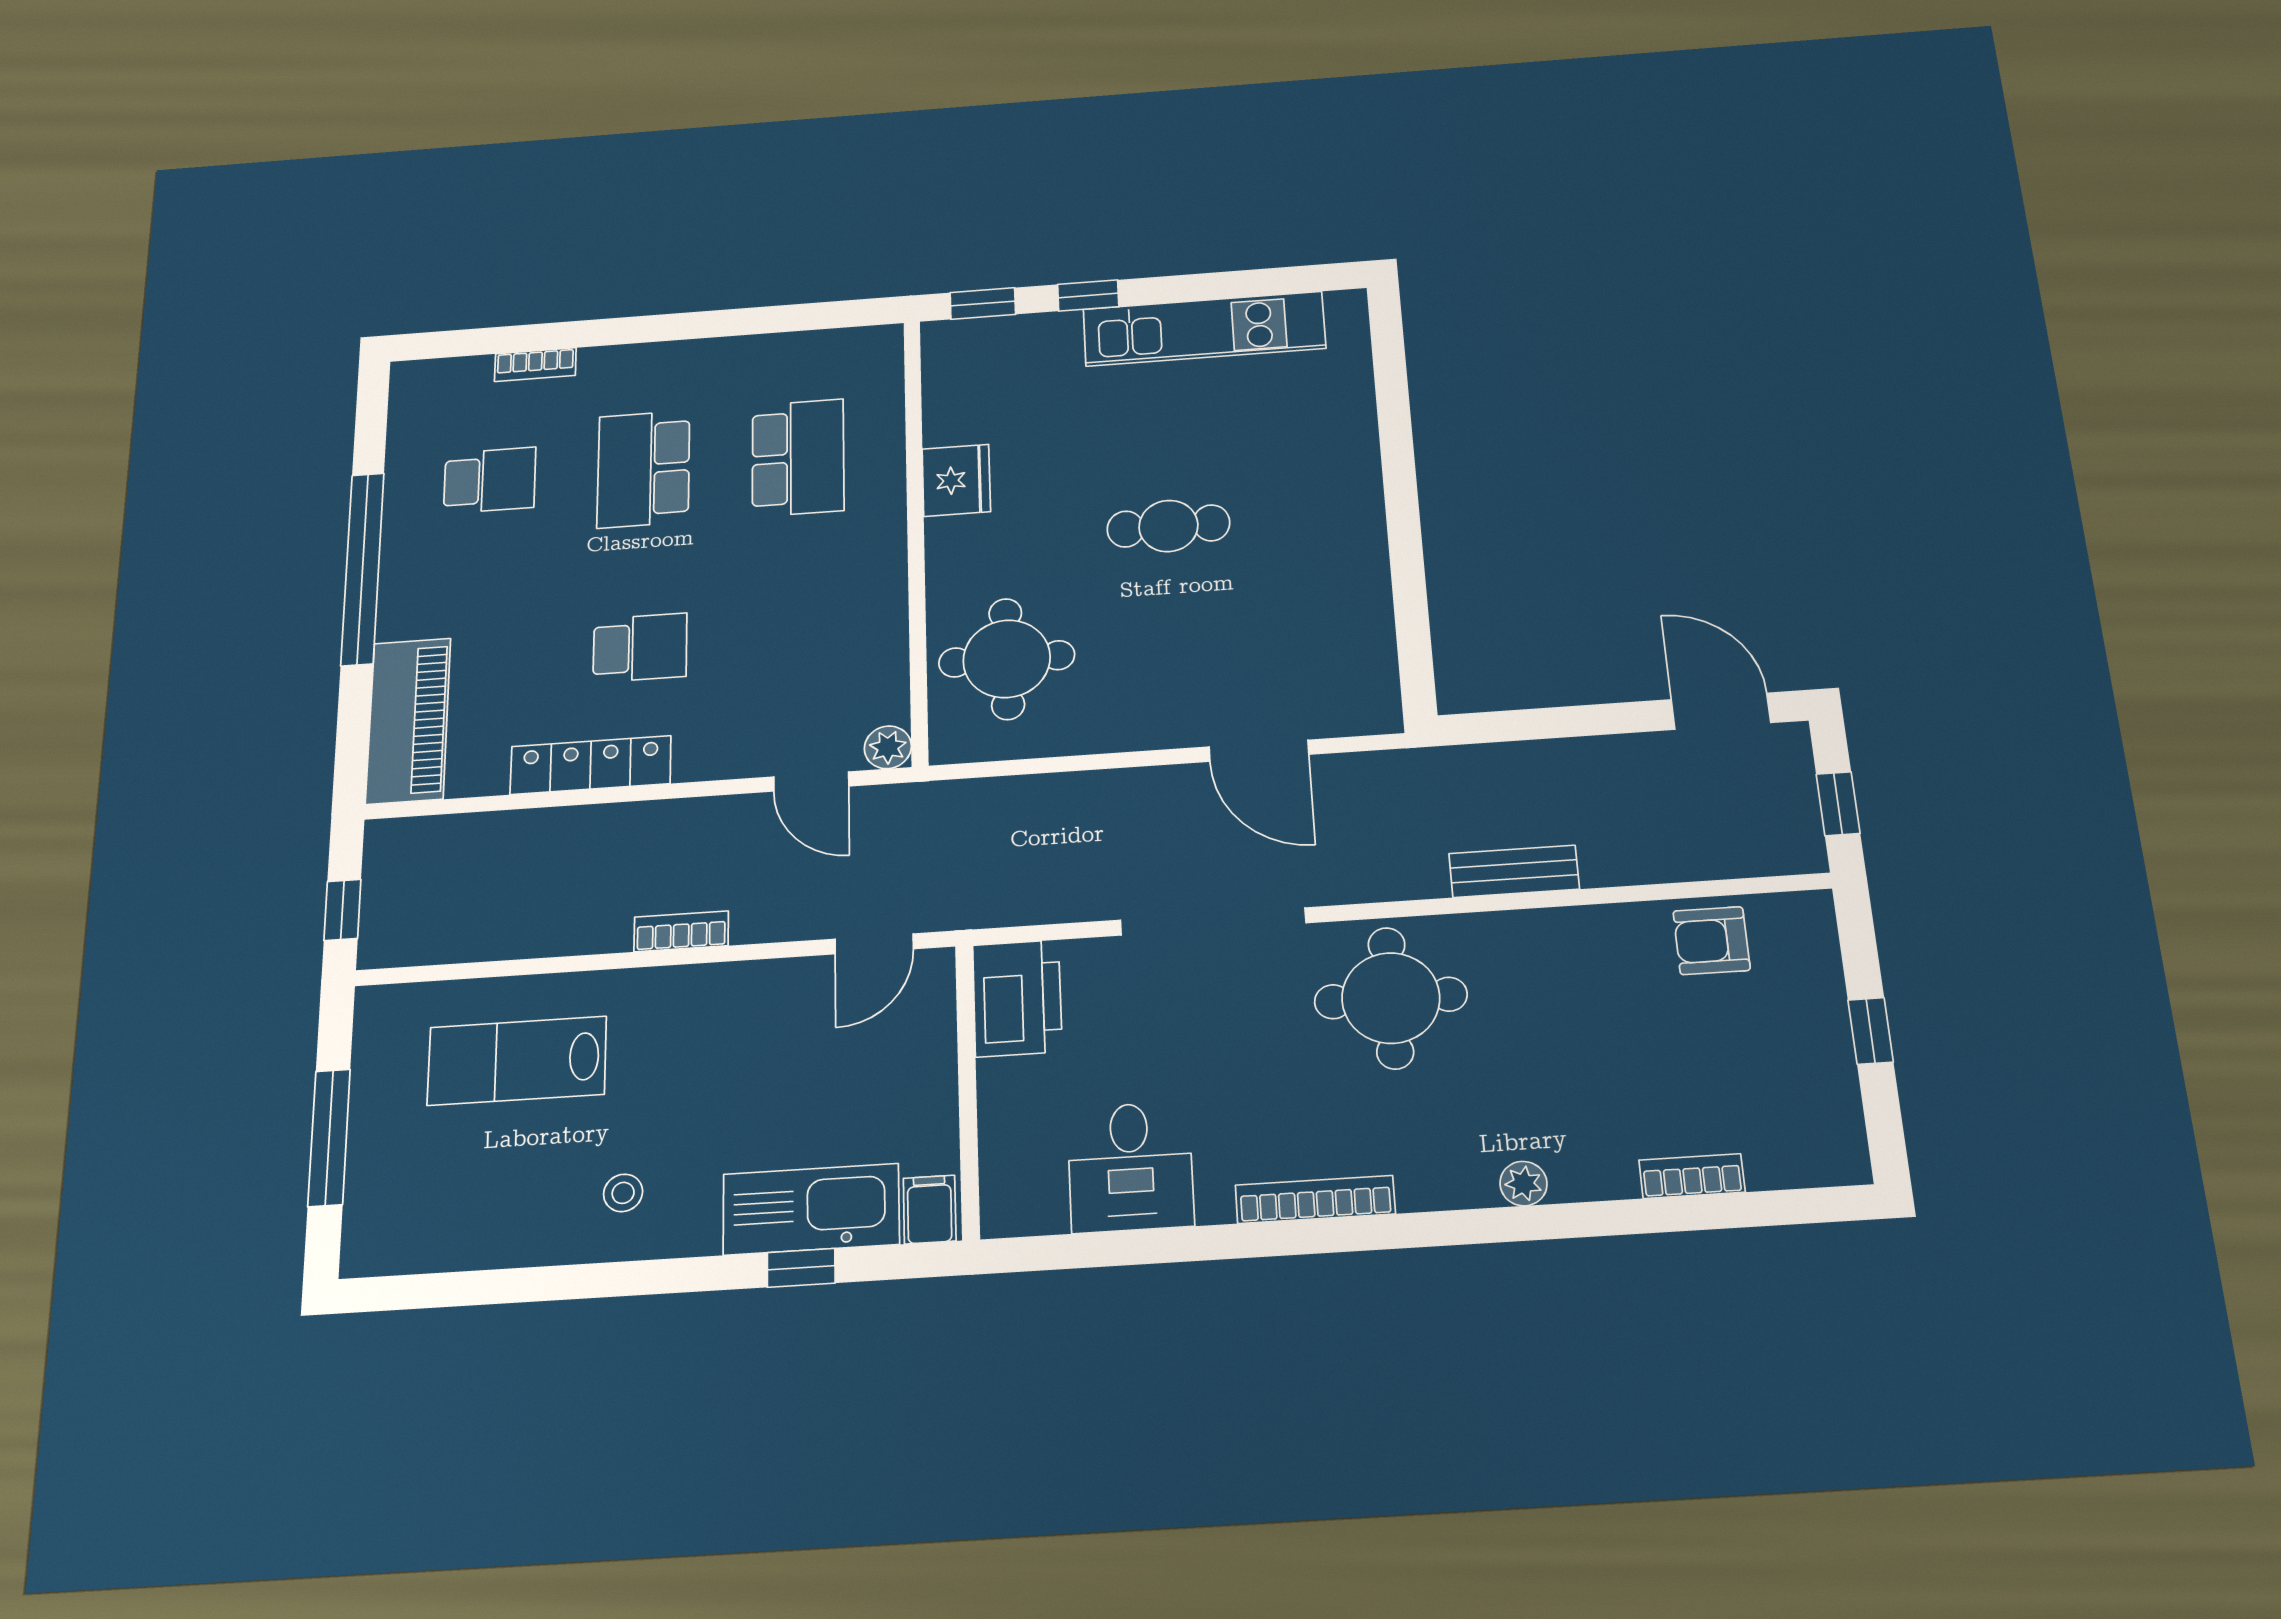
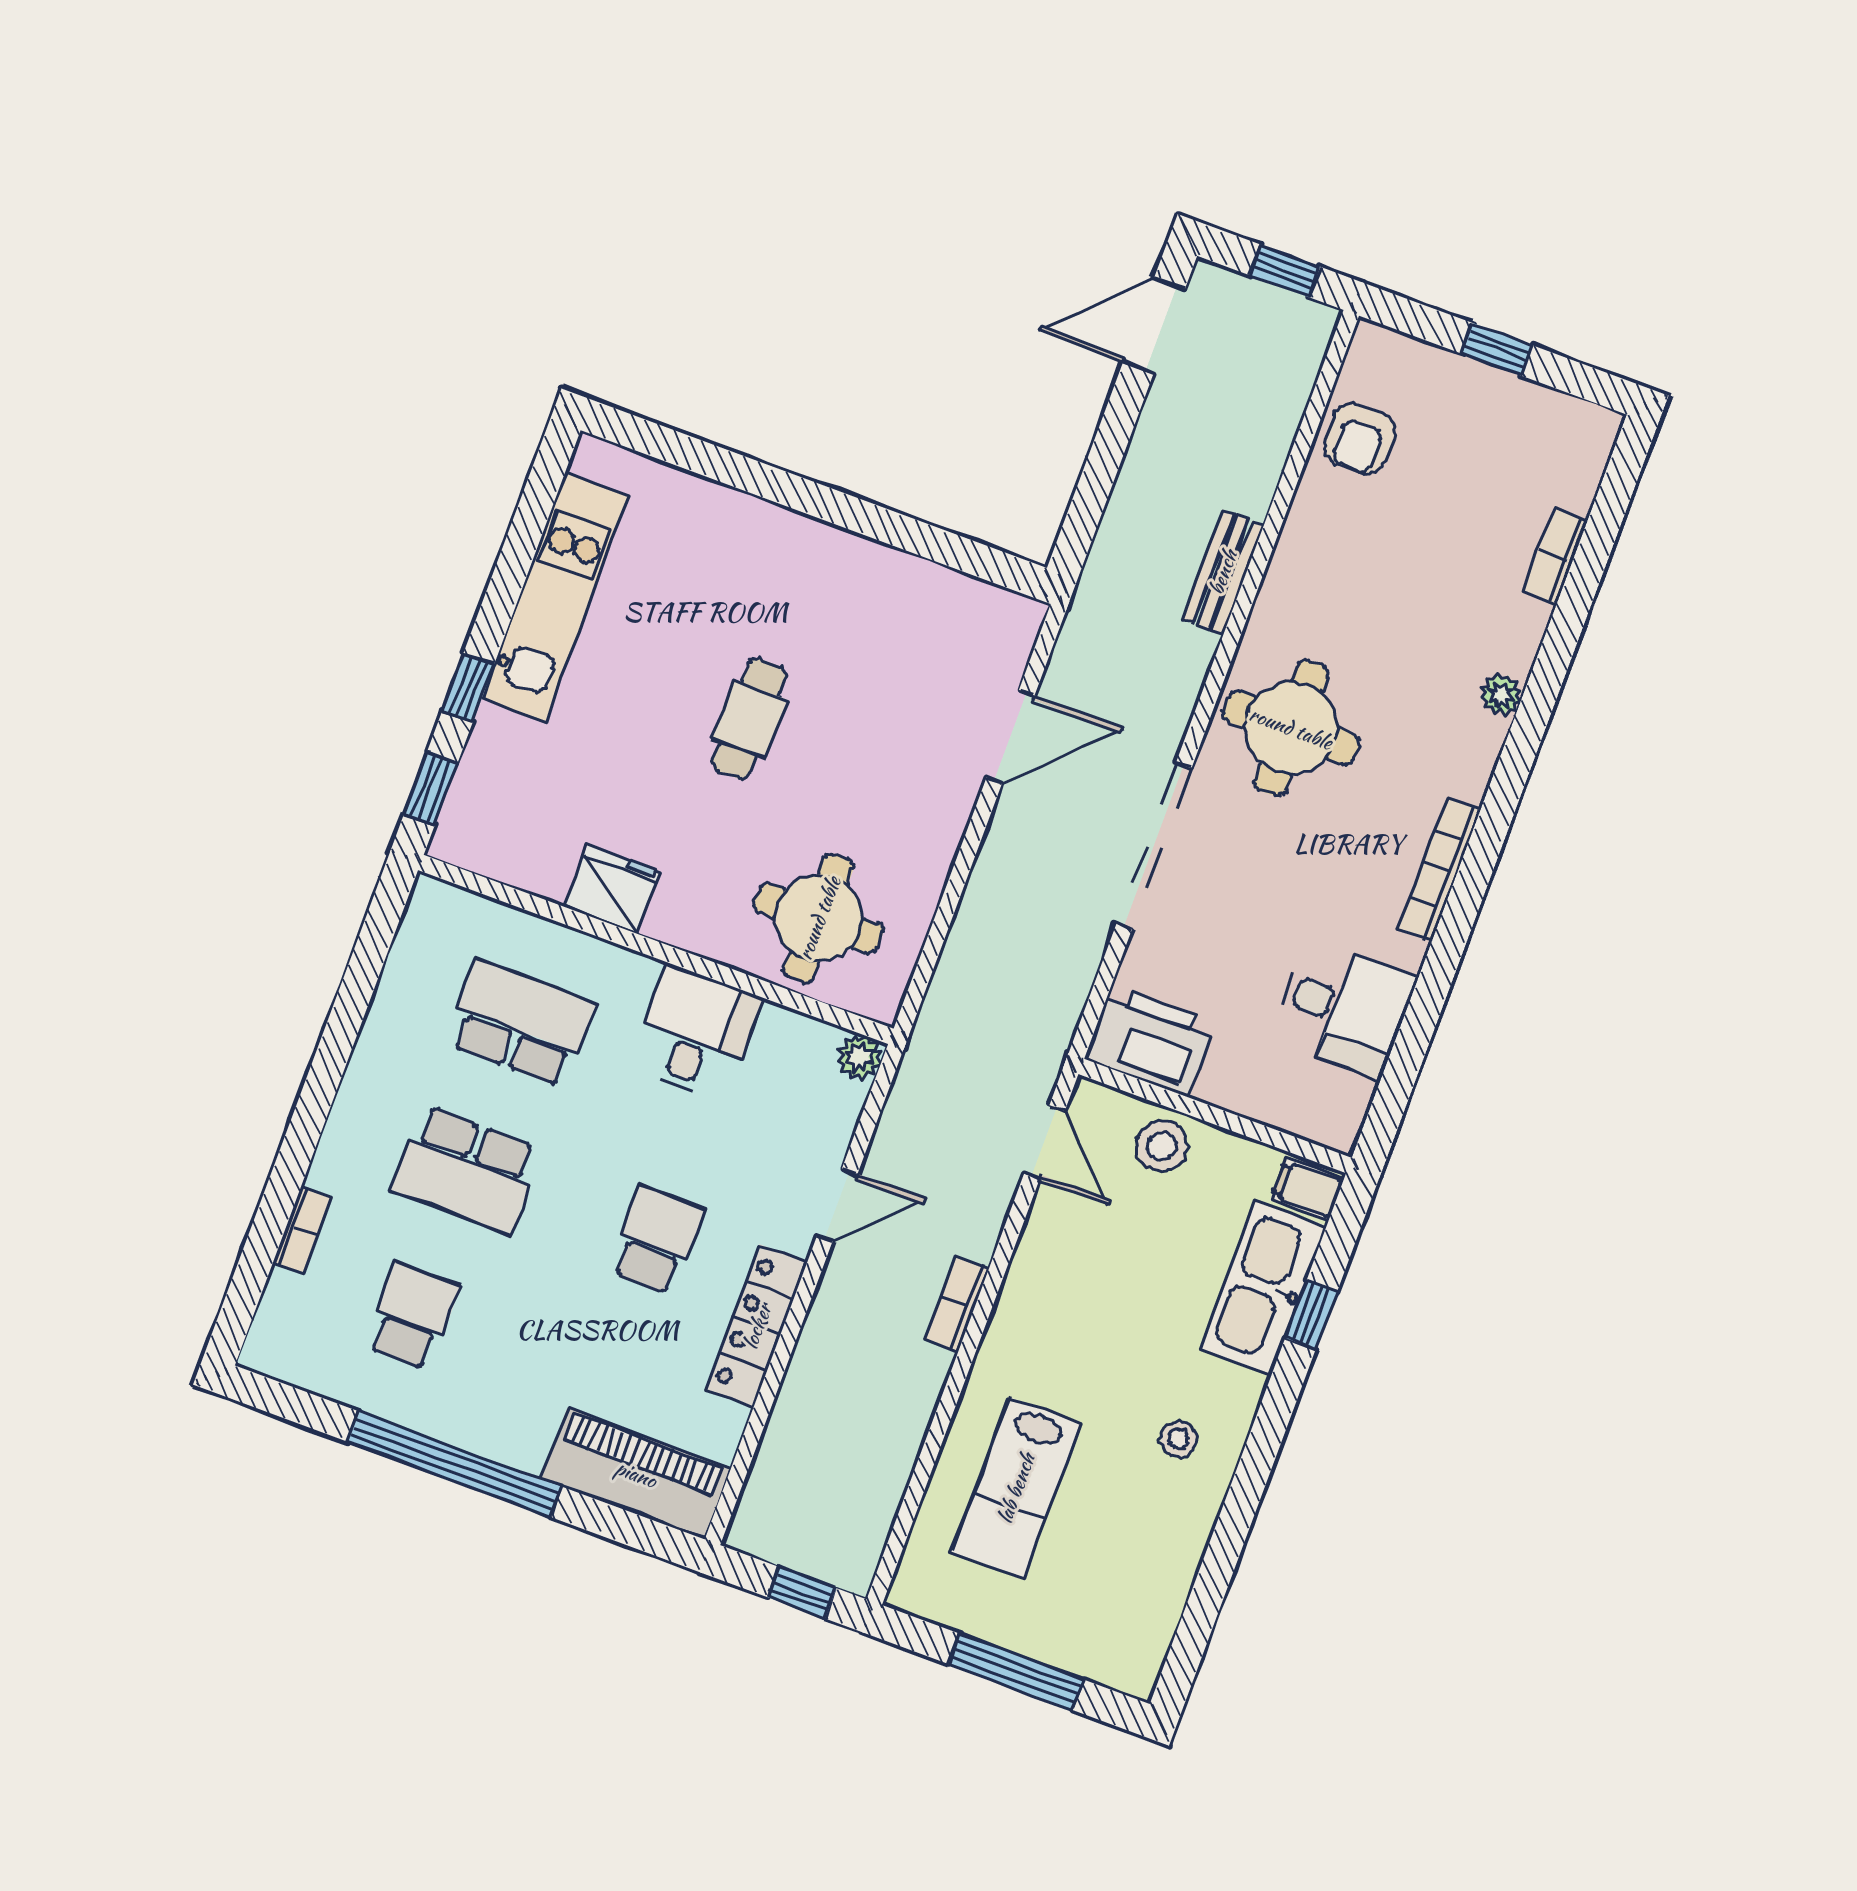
desk: (851, 601) -> (696, 1033), added
door: (811, 781) -> (837, 1205), moved
stool: (916, 1053) -> (1162, 1146), added

